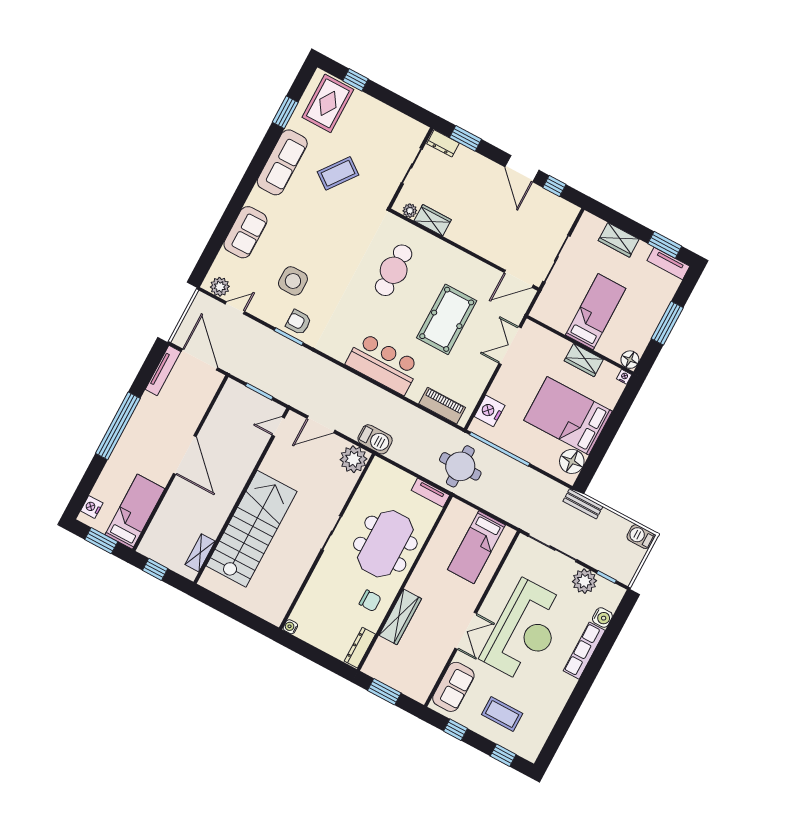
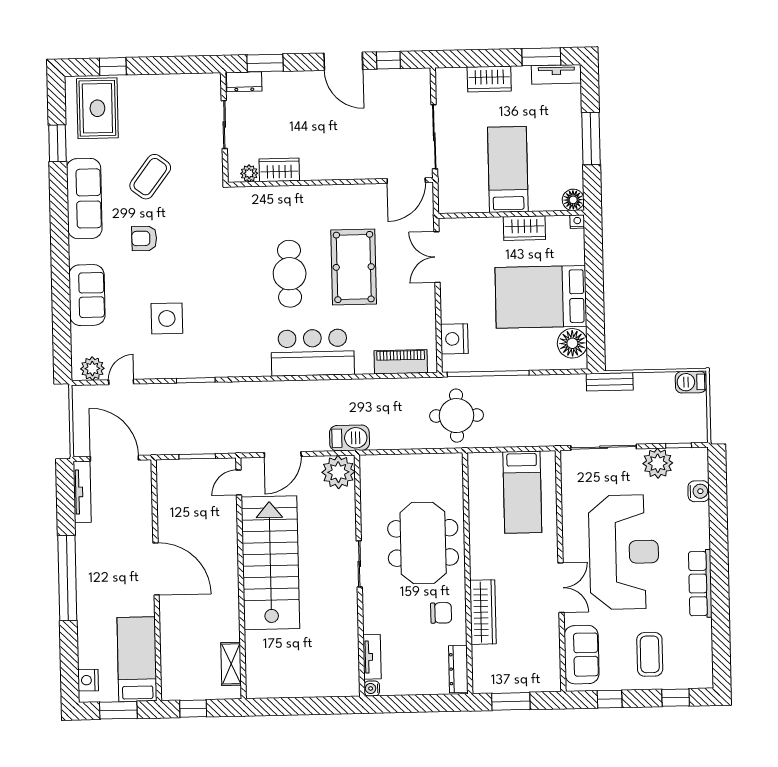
cafe table: (394, 270) -> (290, 274), moved
armchair: (299, 322) -> (144, 238), moved
tv unit: (430, 493) -> (372, 657), moved, turned -90
stairs: (252, 529) -> (270, 563), moved
row of seats: (584, 651) -> (700, 584), moved
coffee table: (502, 714) -> (650, 654), turned 90

